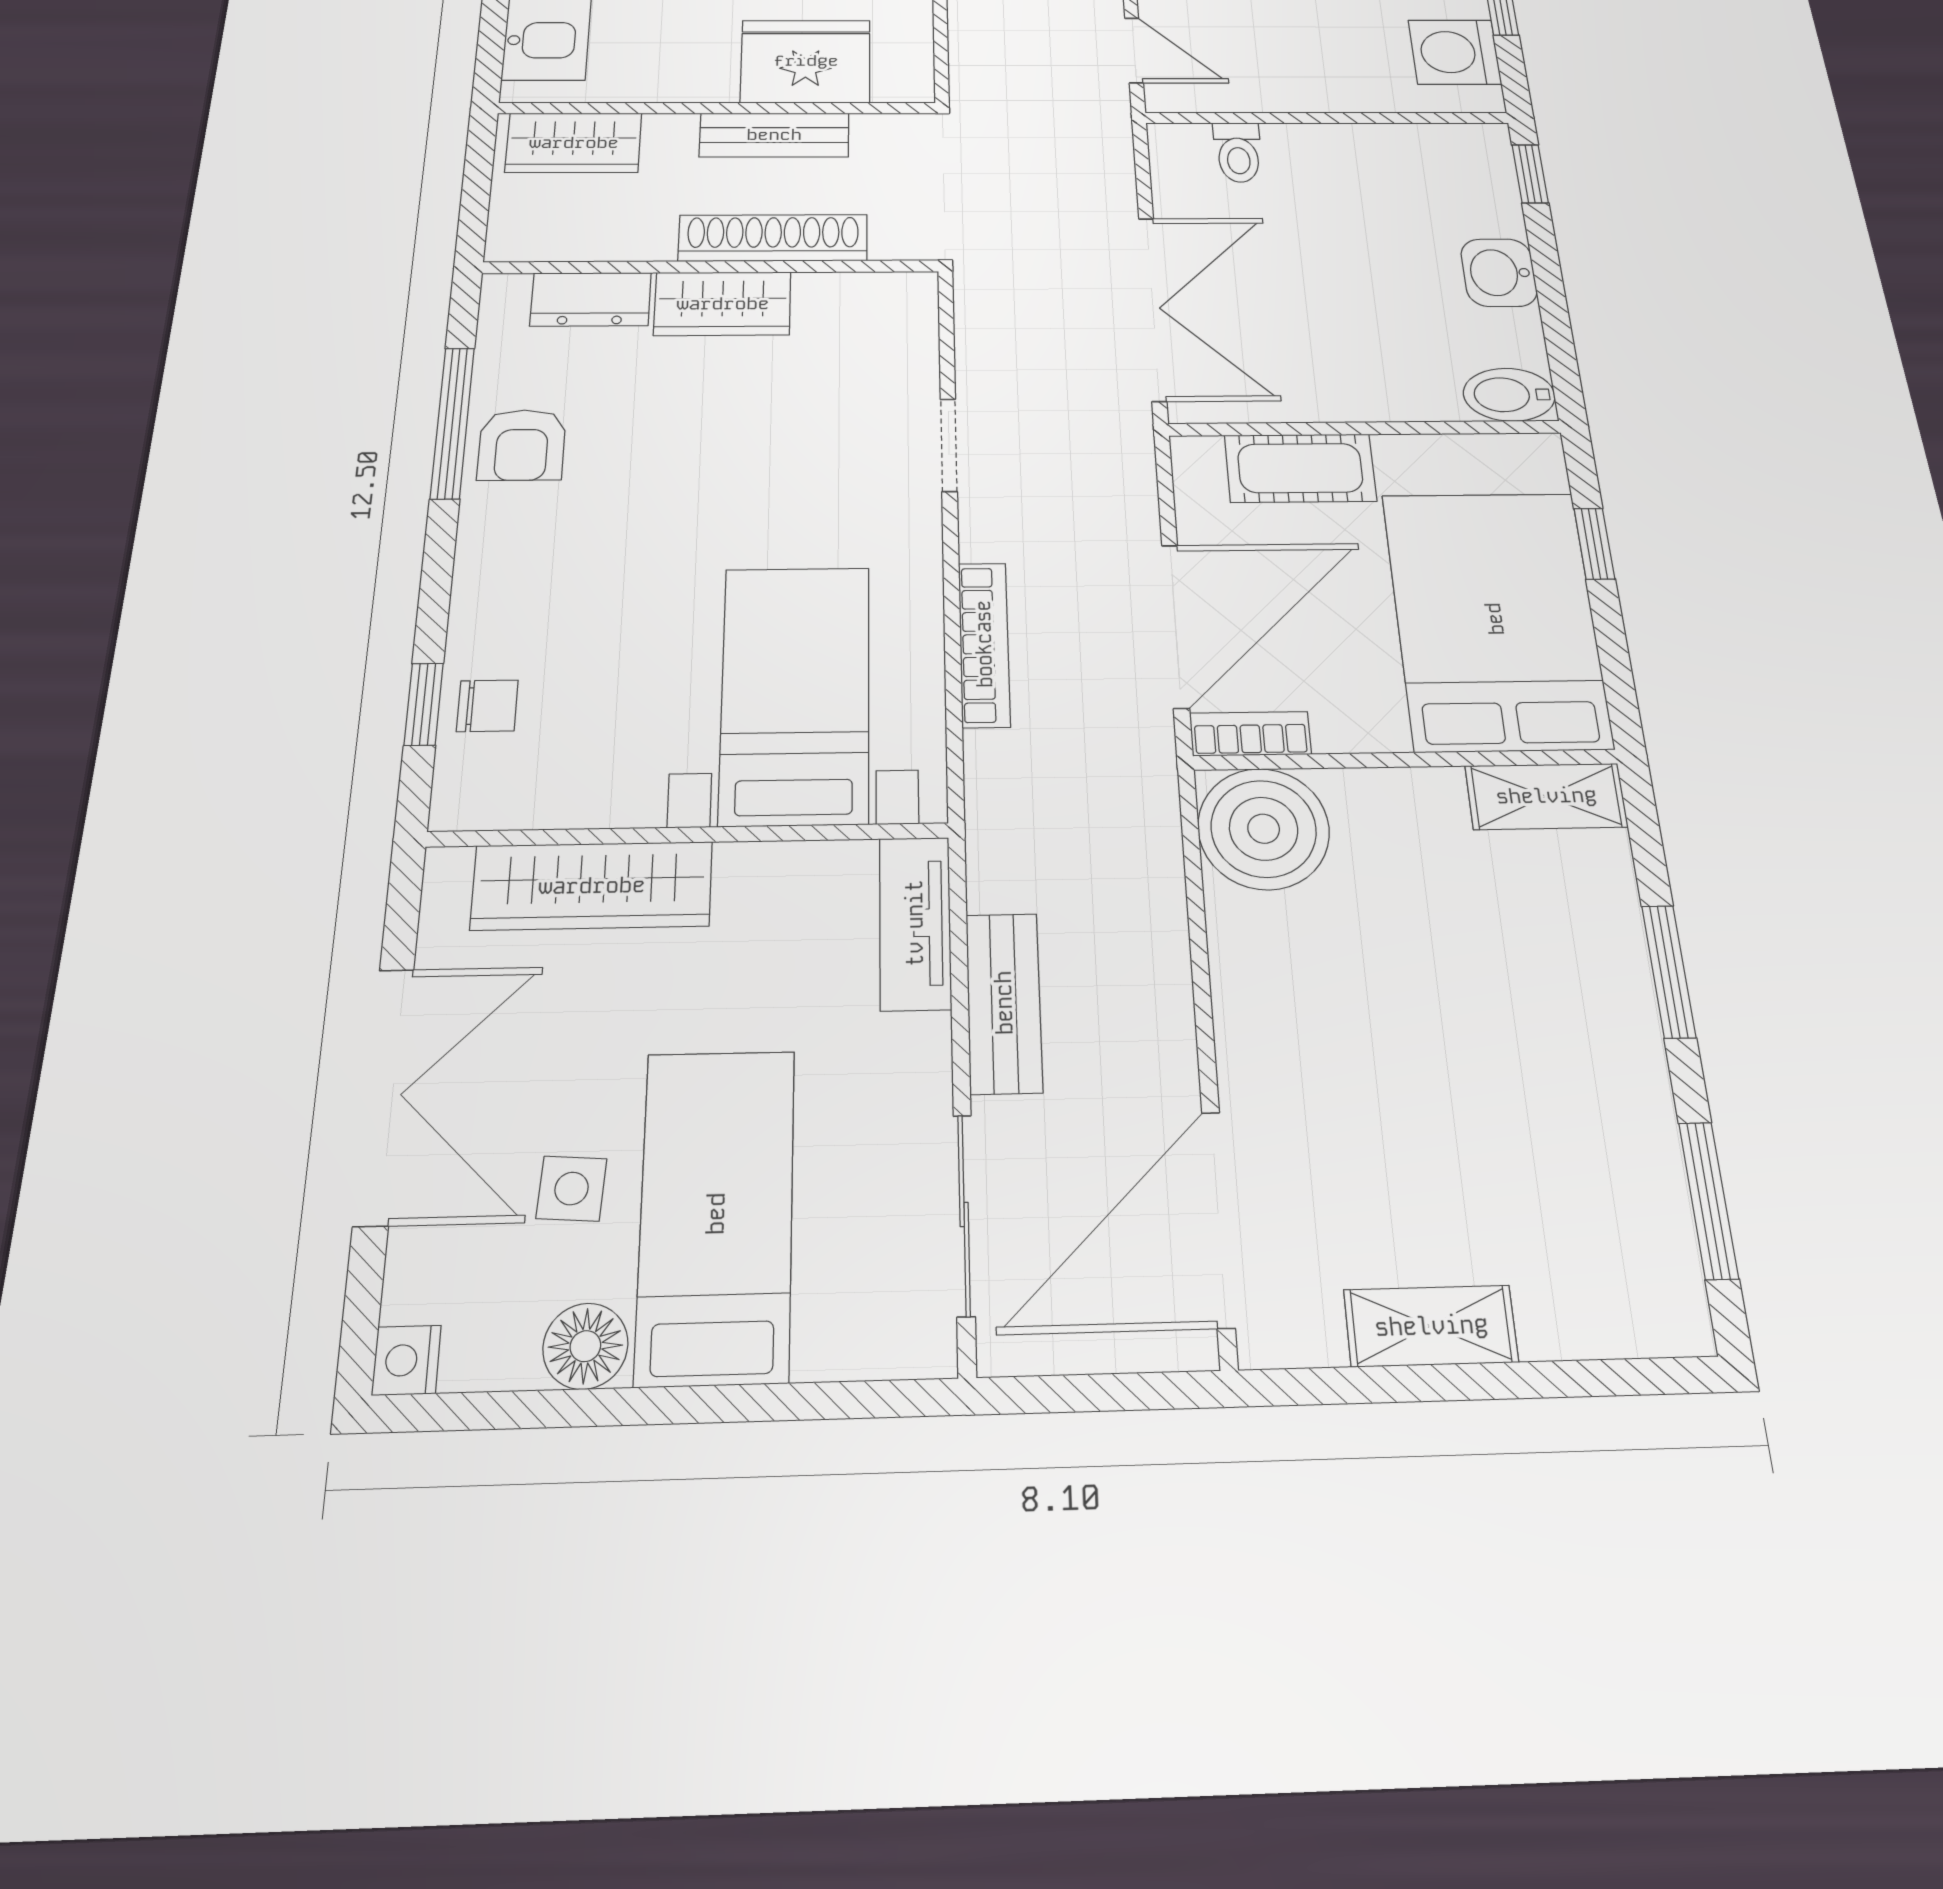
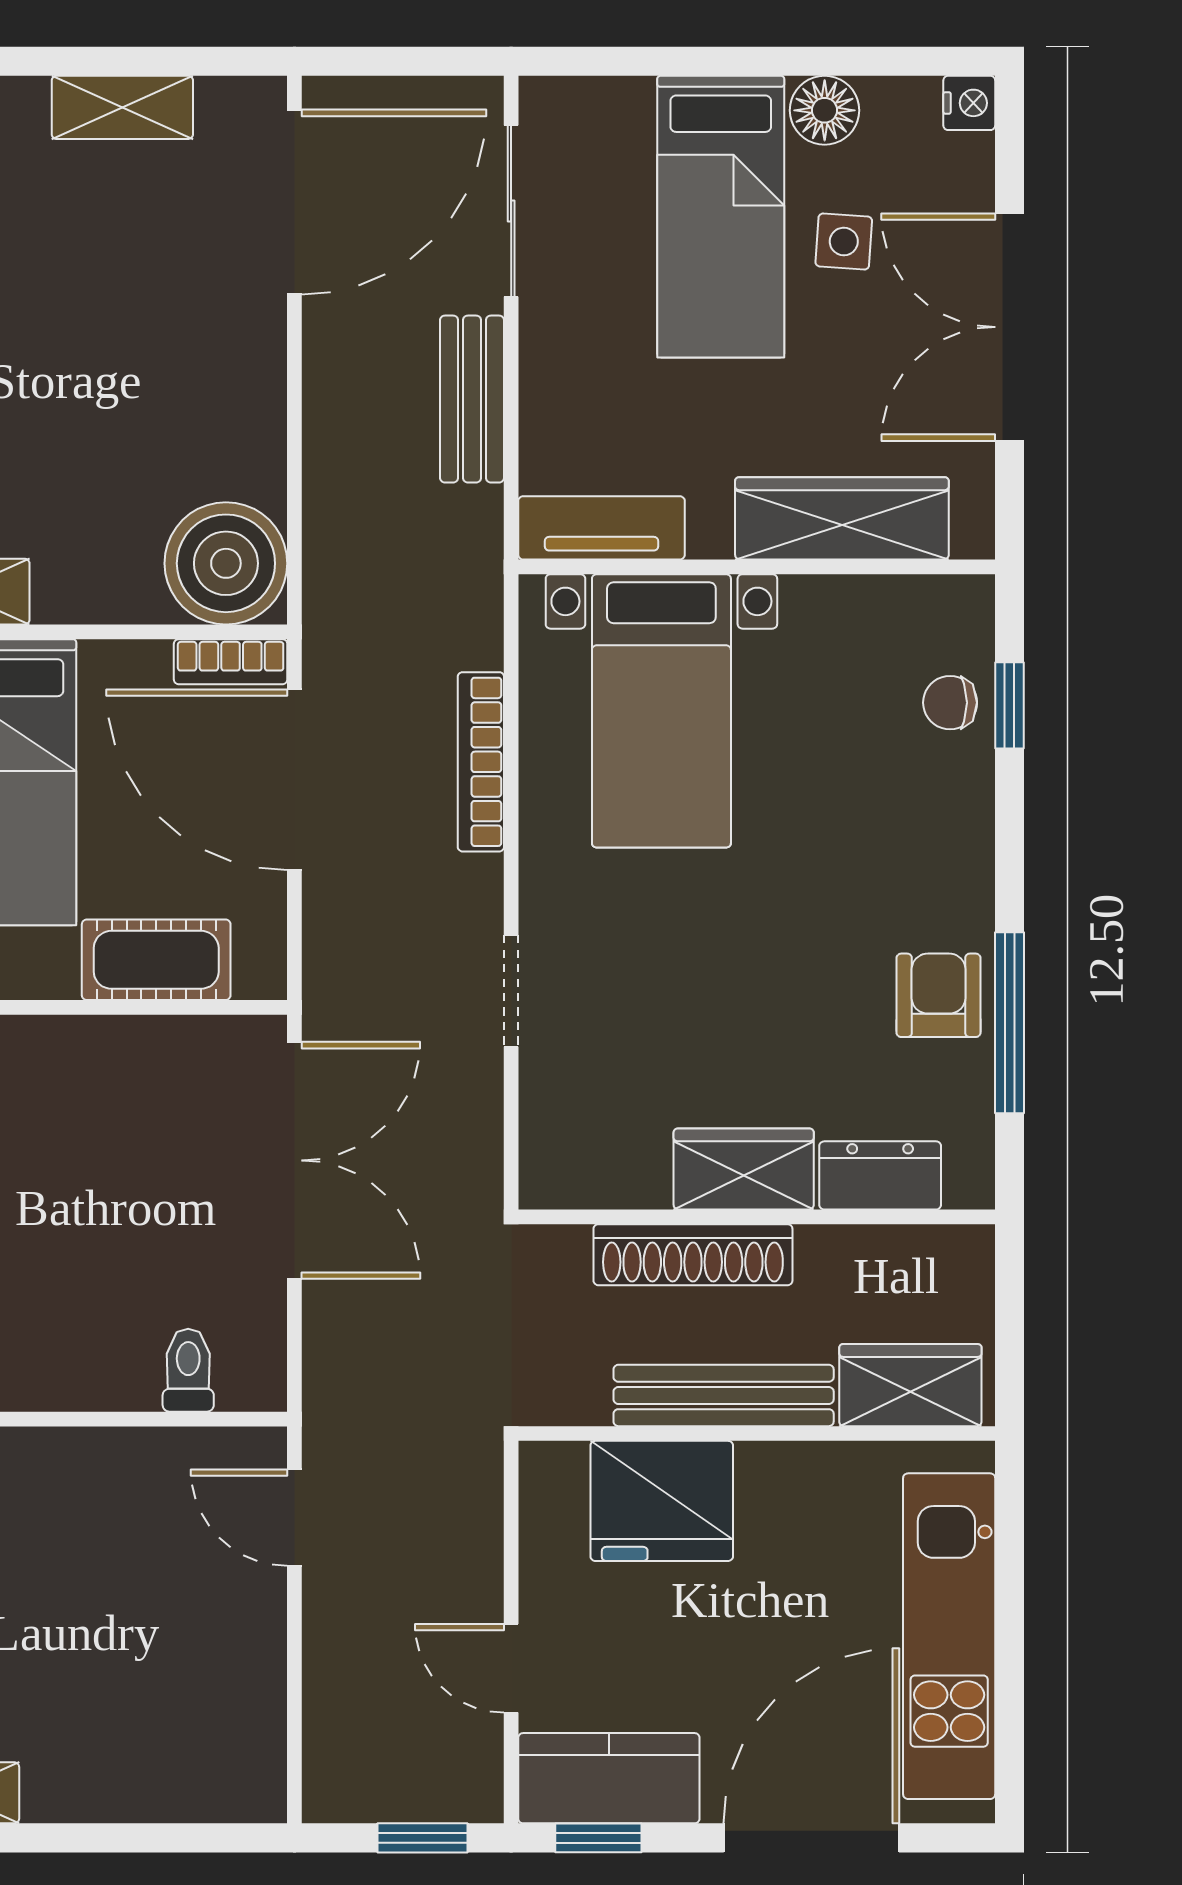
bench: (774, 135) -> (724, 1395), width x1.36
double door: (1153, 308) -> (294, 1160), swing flipped
door: (1175, 626) -> (294, 780), hinge flipped
tv unit: (915, 923) -> (601, 528), moved, turned -90

